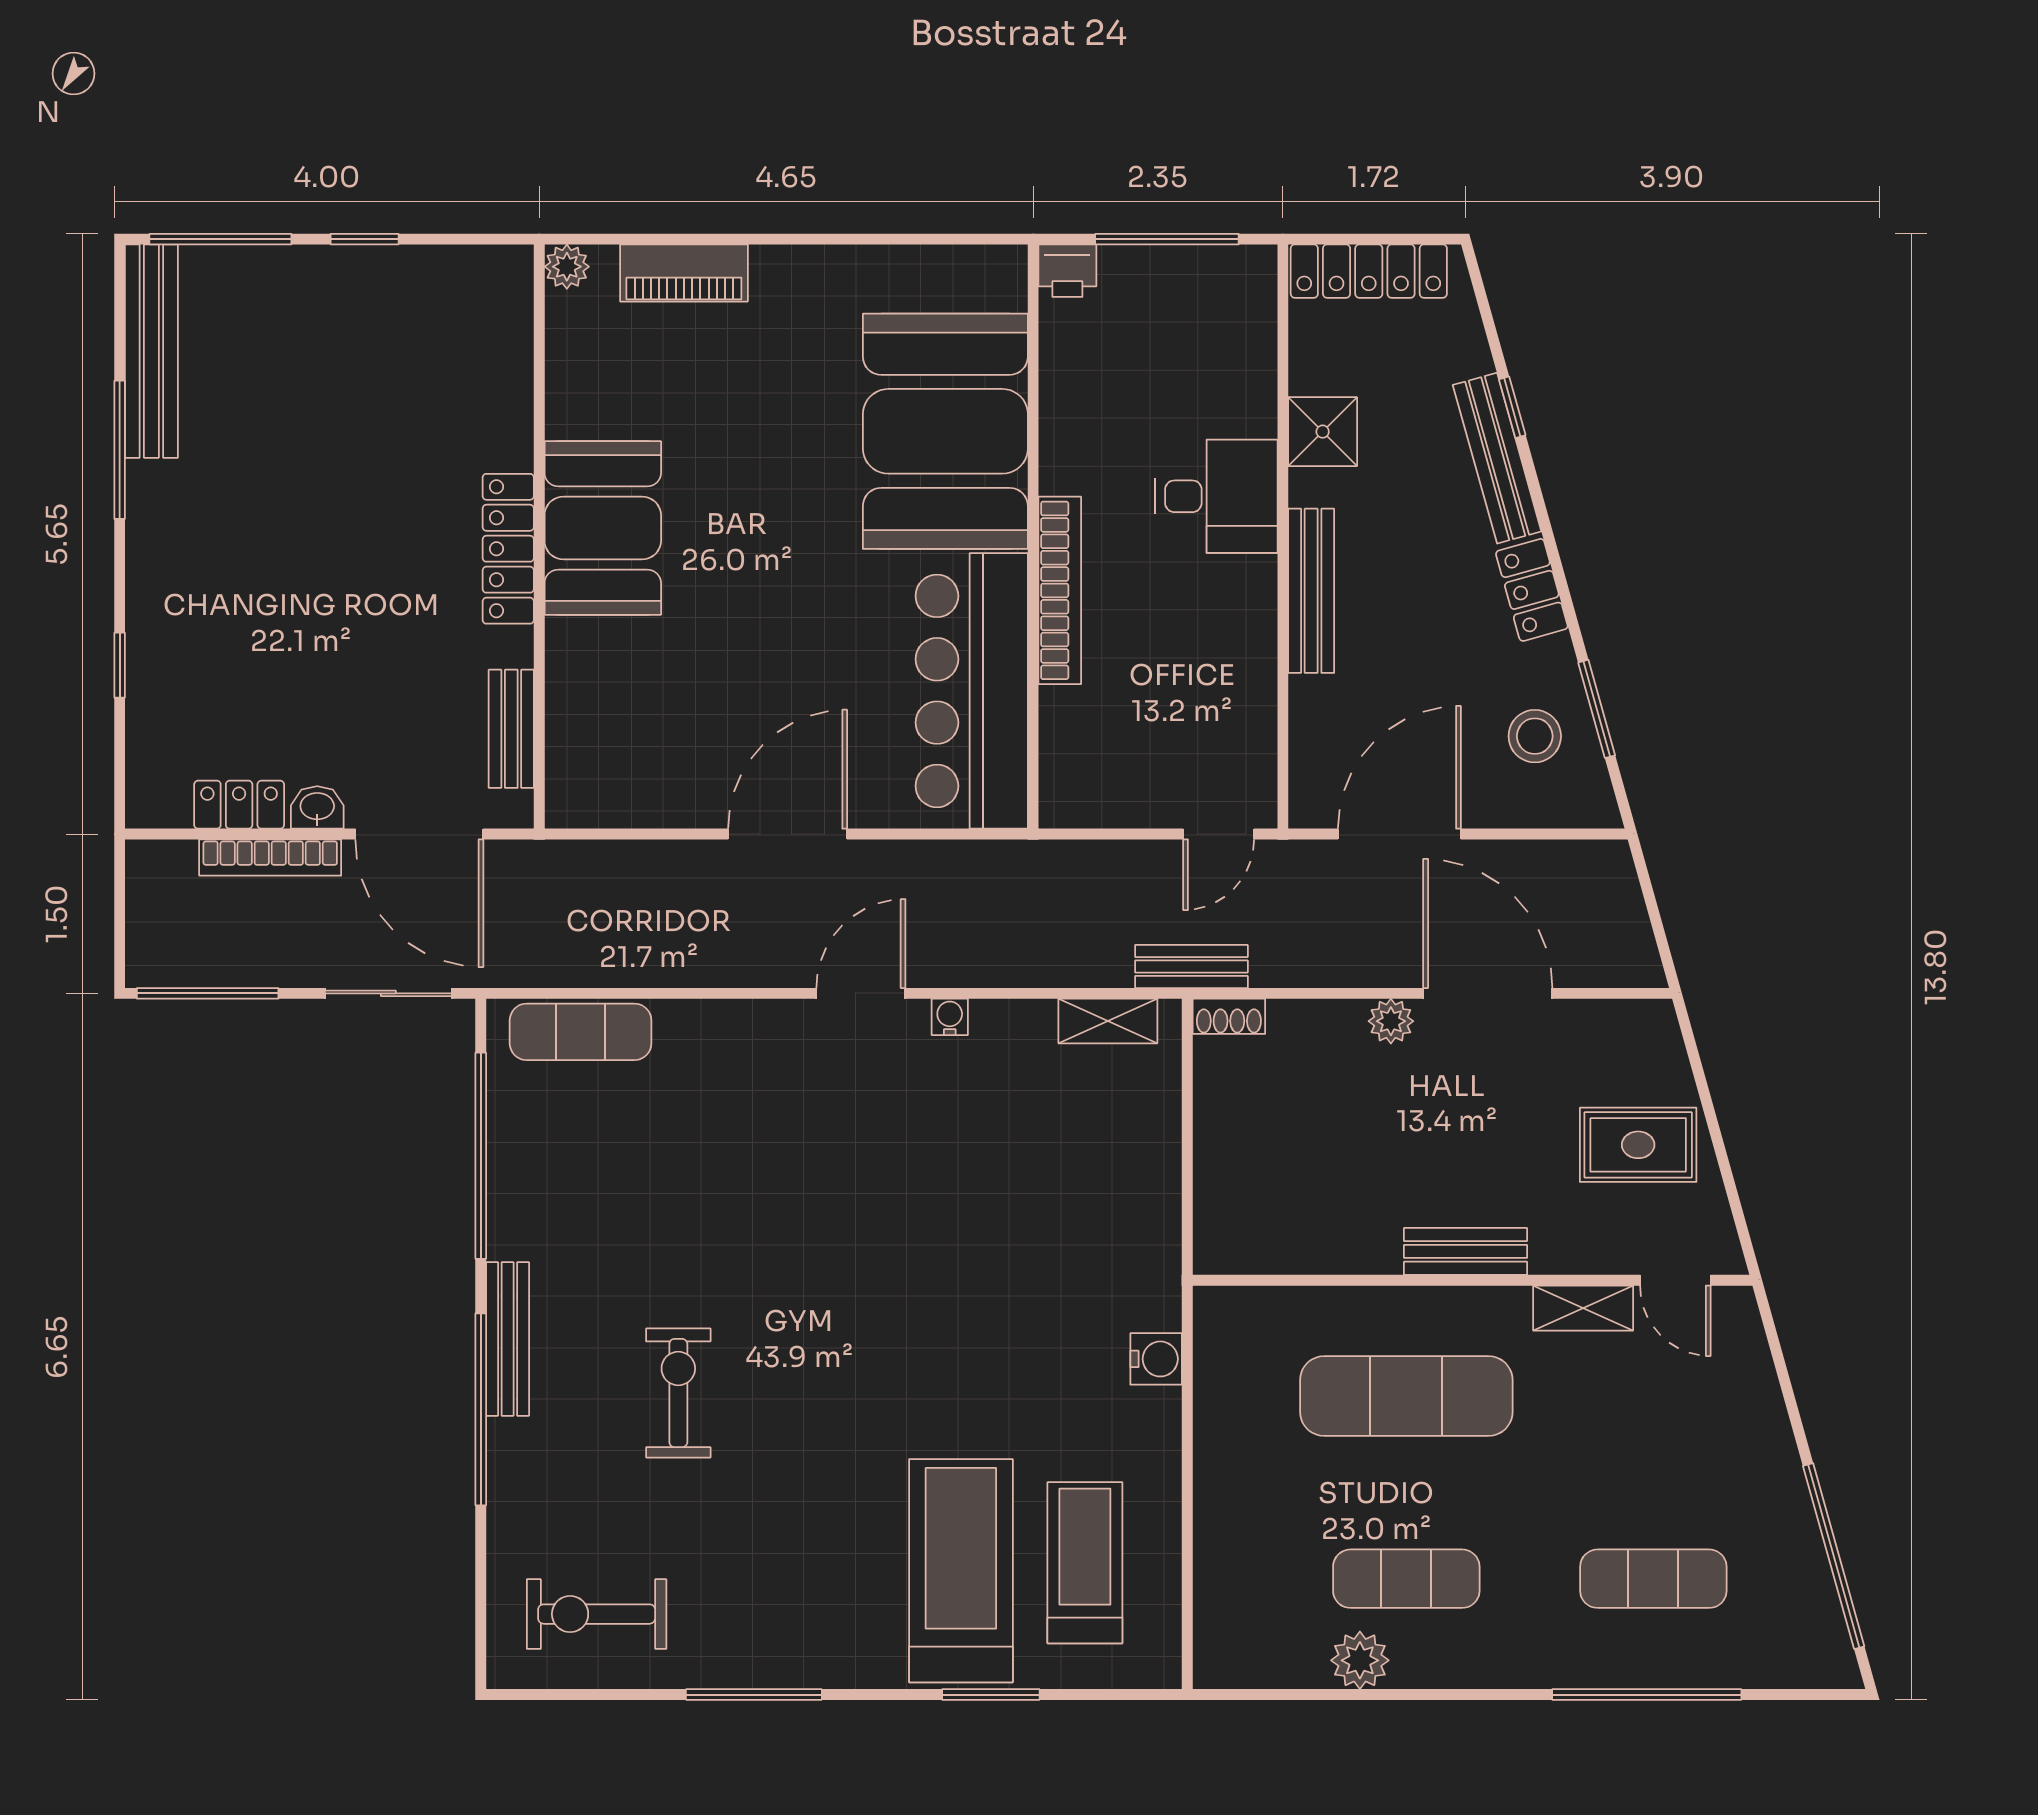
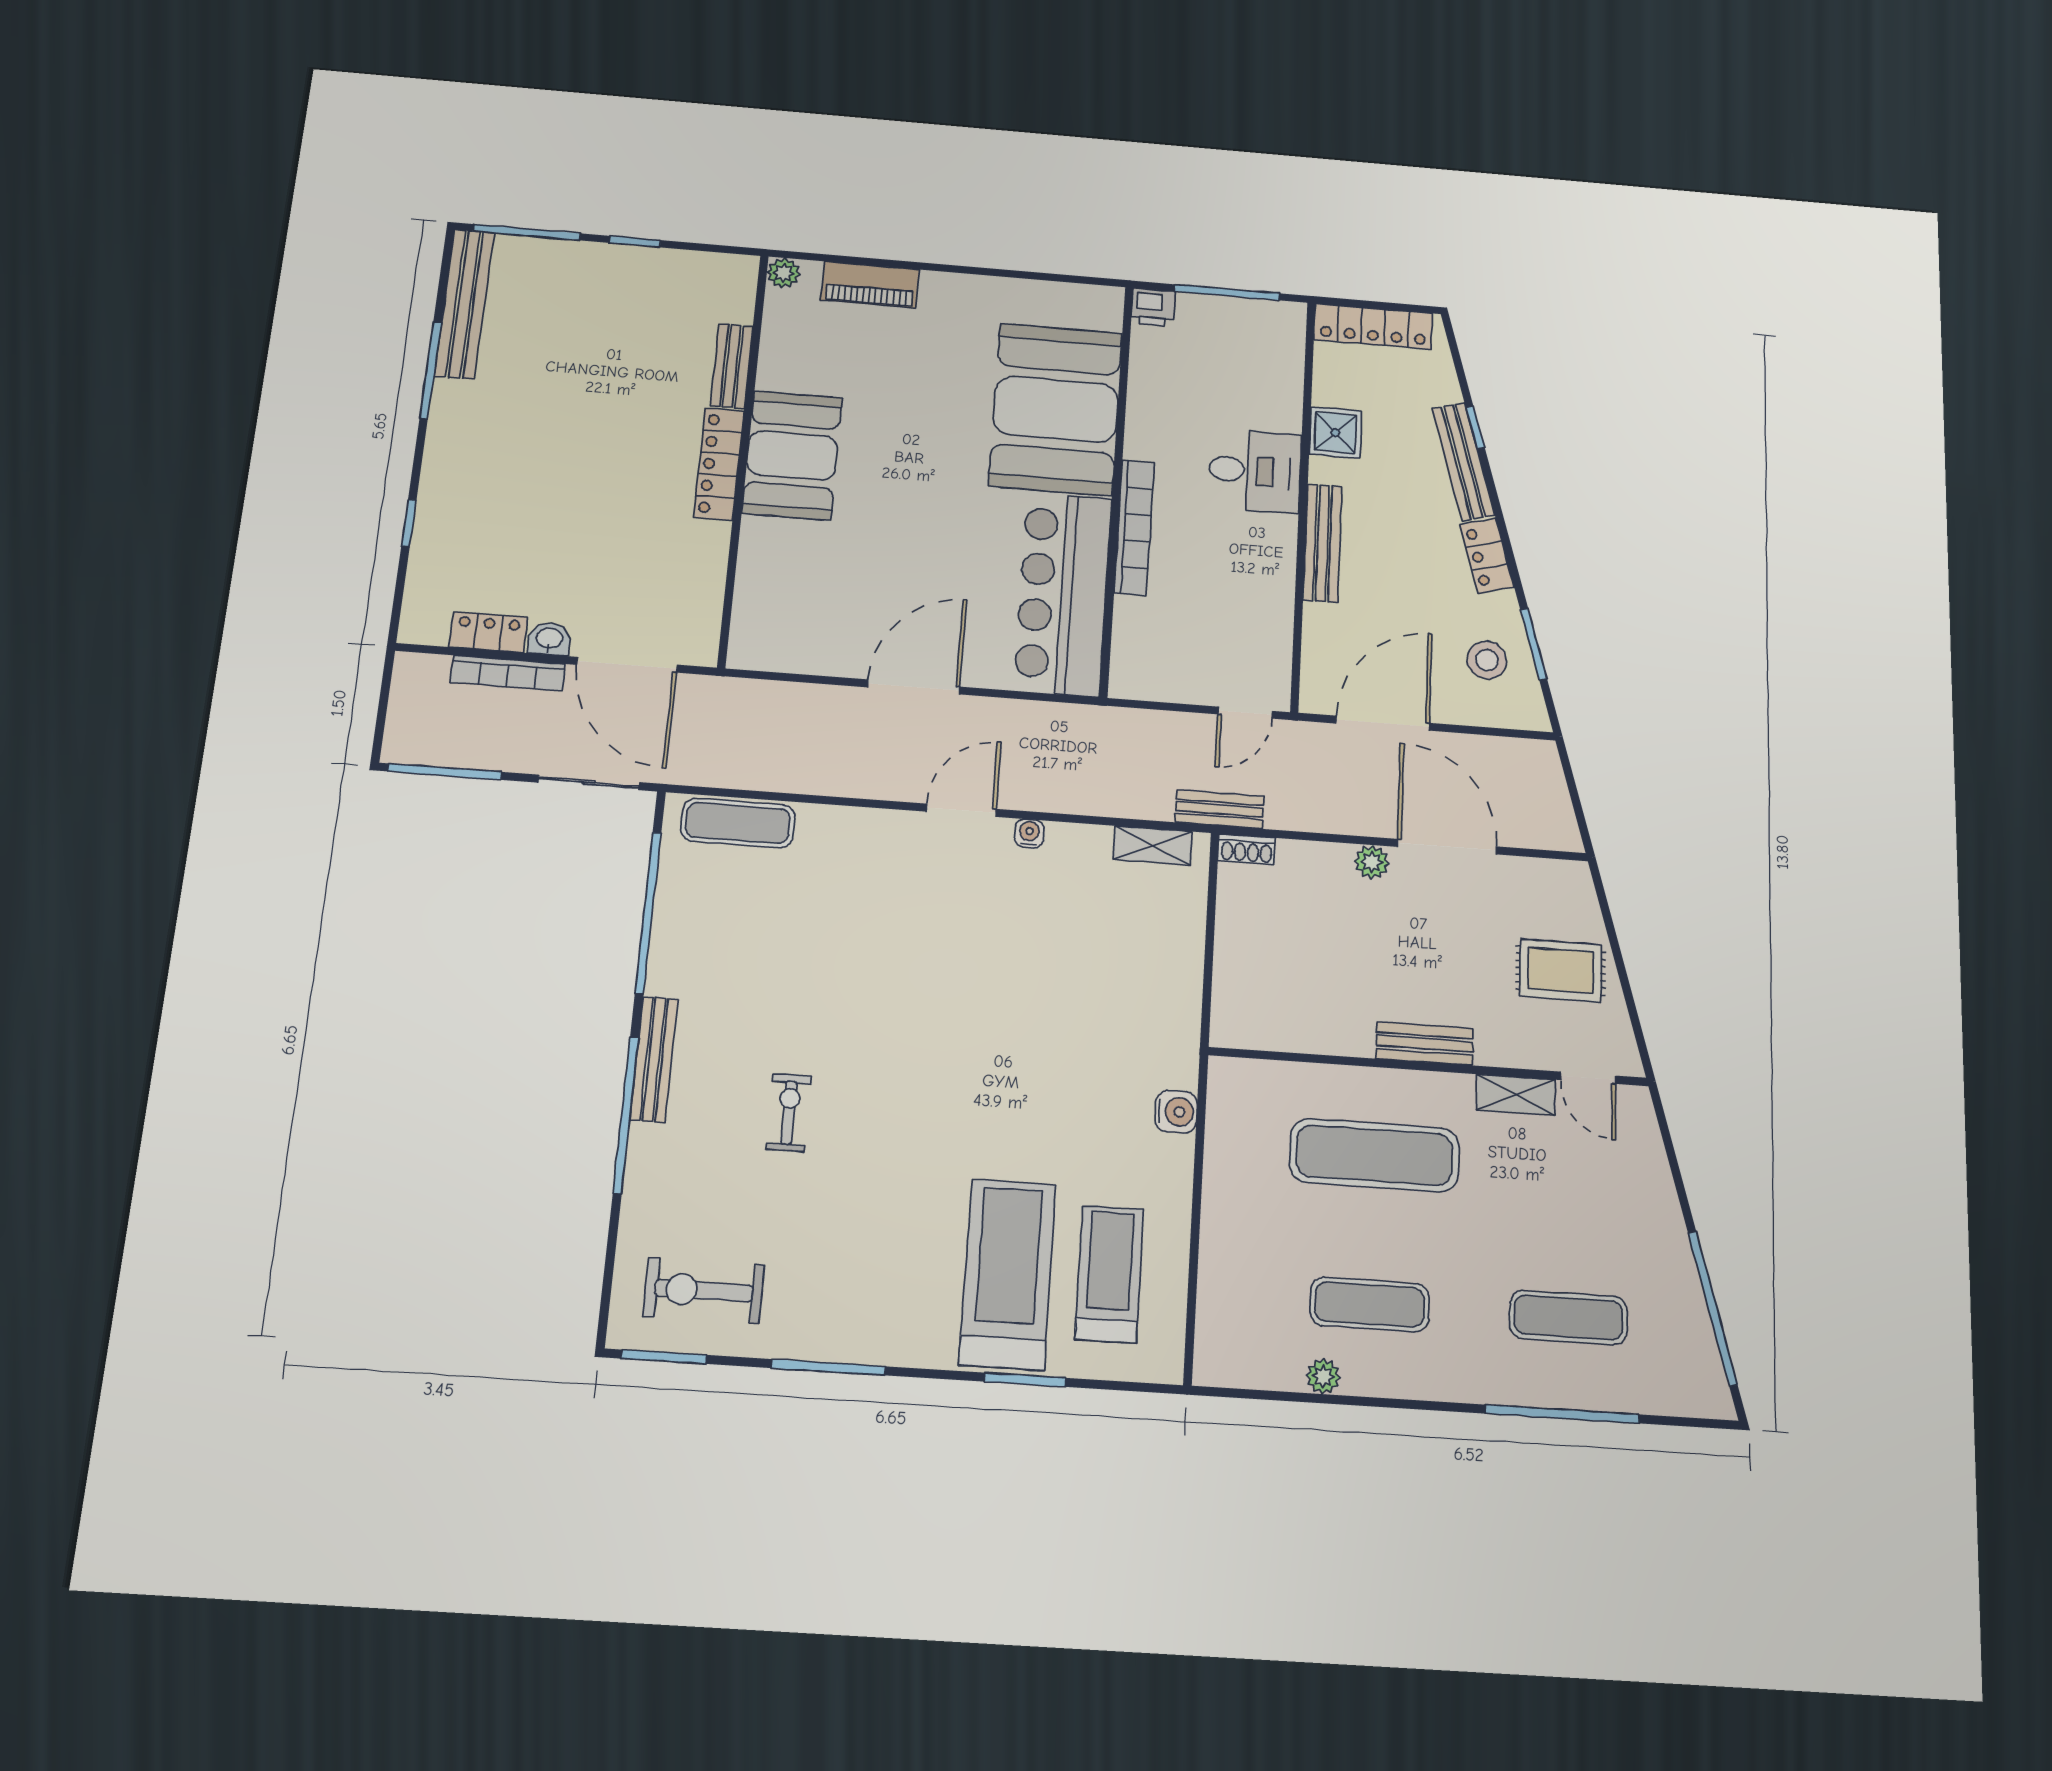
bench: (511, 729) -> (732, 366), moved
exercise bike: (678, 1393) -> (789, 1113), width x0.73, depth x0.72
plant: (1360, 1660) -> (1323, 1376), width x0.73, depth x0.73
window: (557, 1695) -> (664, 1357), added

